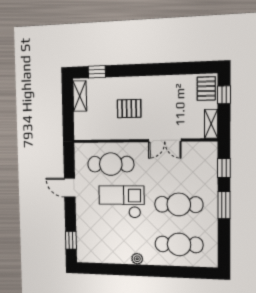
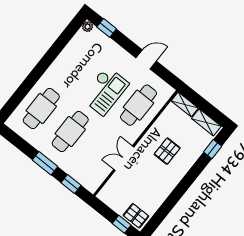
shelving: (211, 124) -> (185, 104), moved
plant: (137, 259) -> (88, 27), moved

